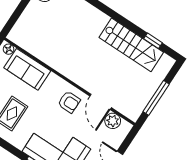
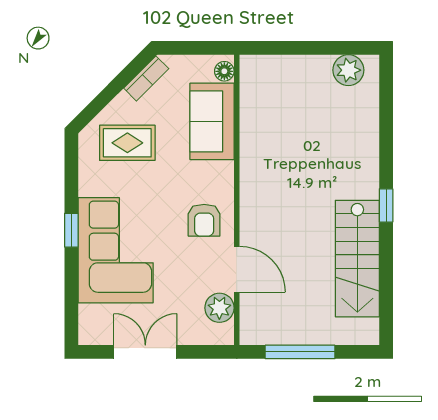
window: (153, 41) -> (386, 205), moved
door: (101, 102) -> (237, 269), swing flipped

